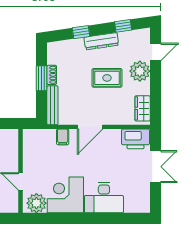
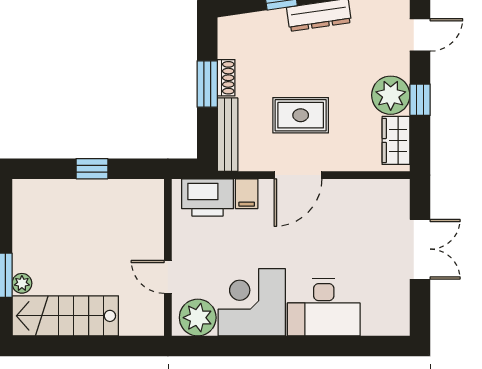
plant: (140, 71) -> (391, 95), moved
rug: (107, 78) -> (301, 115), moved
window: (155, 87) -> (420, 100), added
printer: (136, 139) -> (208, 197), moved

